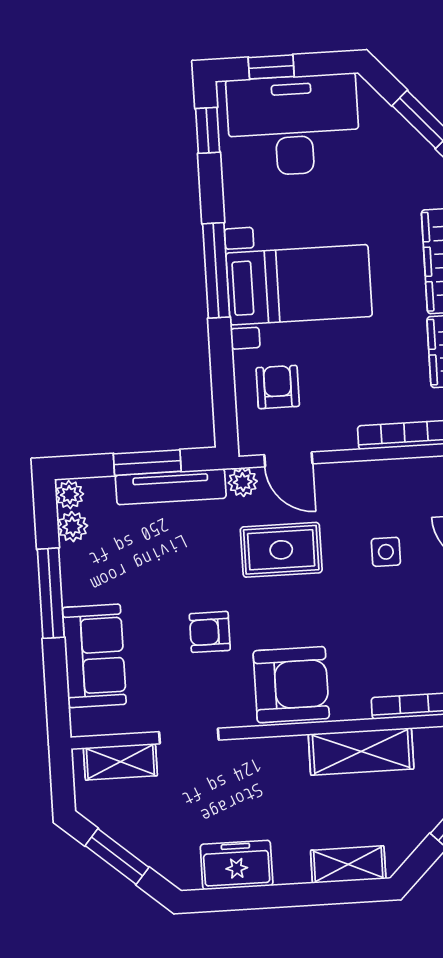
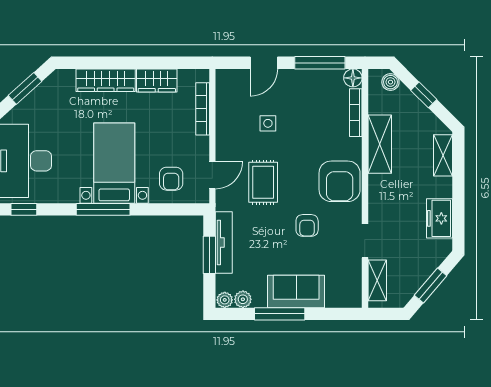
armchair: (278, 387) -> (171, 179), turned -90
plant: (243, 482) -> (224, 202), removed
sofa: (94, 656) -> (296, 291), moved
armchair: (291, 685) -> (340, 181), turned 180

